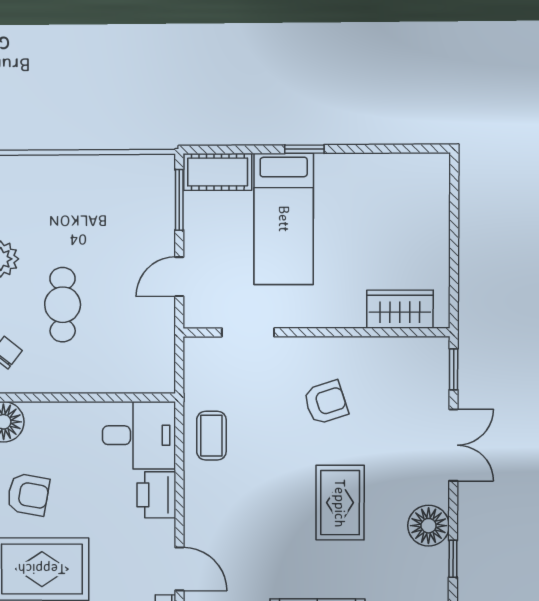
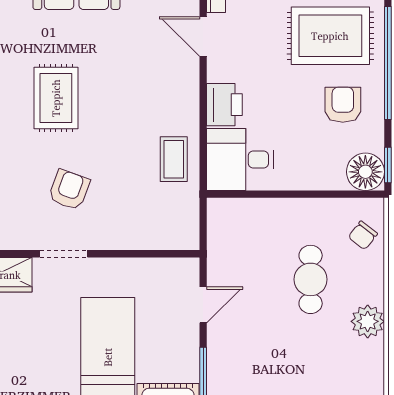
doorway: (248, 332) -> (64, 254), moved
armchair: (326, 402) -> (69, 190), turned 128
armchair: (28, 495) -> (343, 105), turned 80

